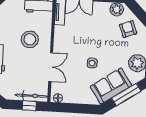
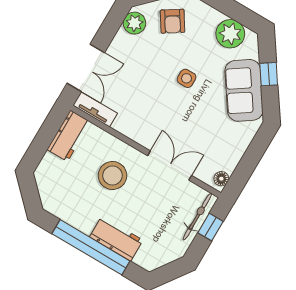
armchair: (128, 29) -> (173, 21), turned -102
side table: (92, 63) -> (187, 78), moved
window: (126, 95) -> (269, 74), width x0.46

